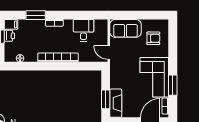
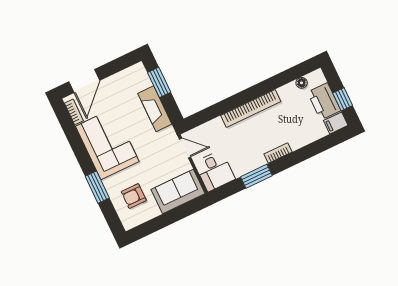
window: (36, 15) -> (256, 176), moved
desk: (84, 30) -> (215, 171), moved
printer: (9, 36) -> (324, 101), width x1.87, depth x1.48
window: (173, 85) -> (97, 187), moved
fireplace: (116, 103) -> (155, 109), moved

